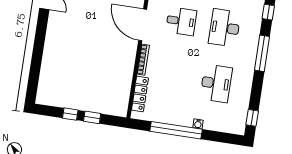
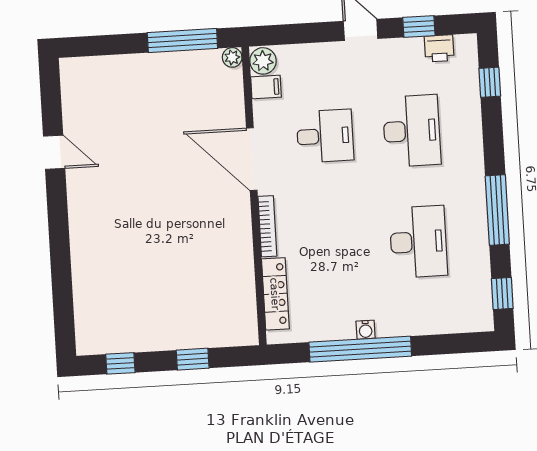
desk: (225, 28) -> (412, 131), turned 180
window: (262, 53) -> (497, 210), moved
window: (70, 114) -> (120, 363), moved
water cooler: (198, 124) -> (366, 330), moved

